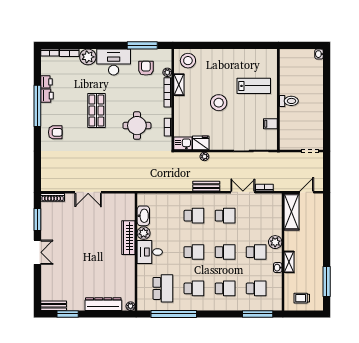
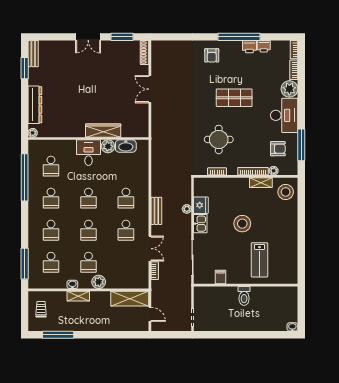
kitchen sink: (183, 143) -> (200, 224), moved
school desk: (163, 288) -> (51, 166), width x0.54

